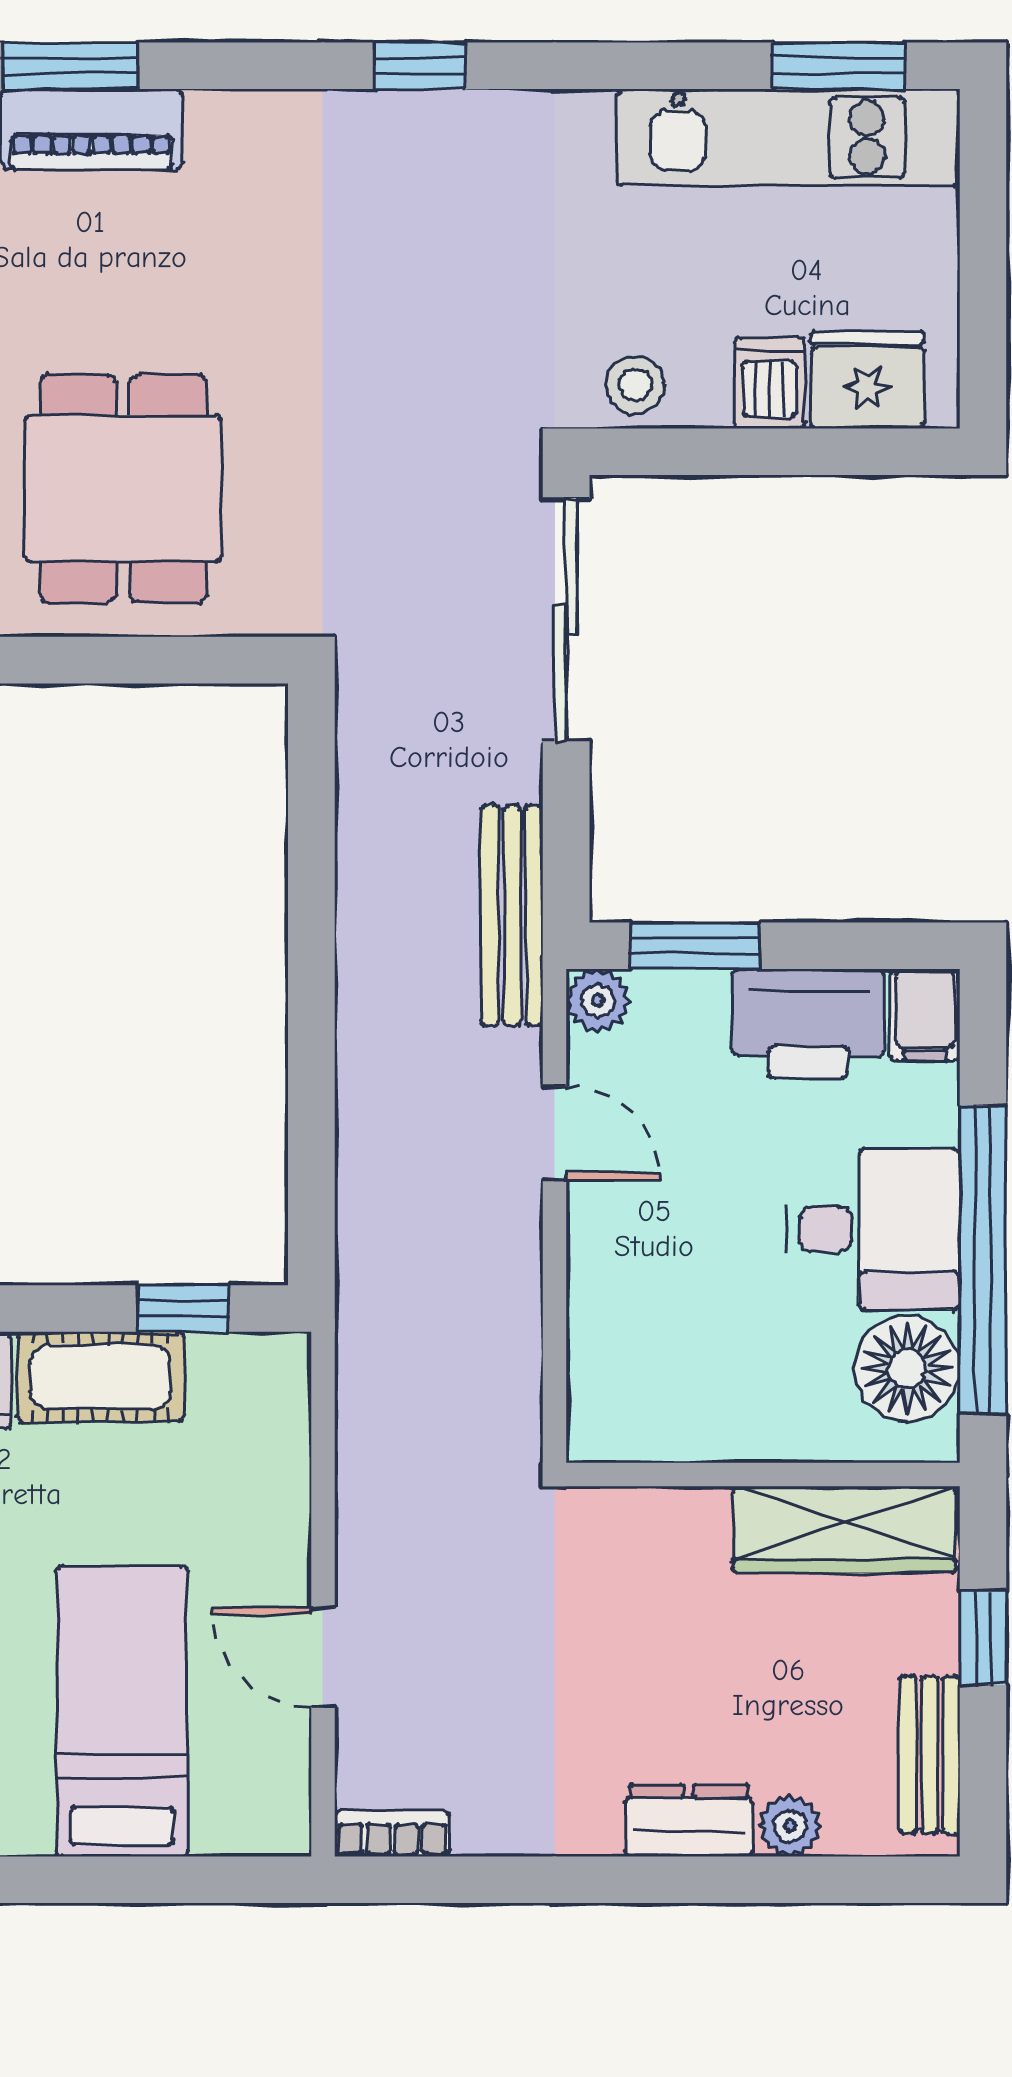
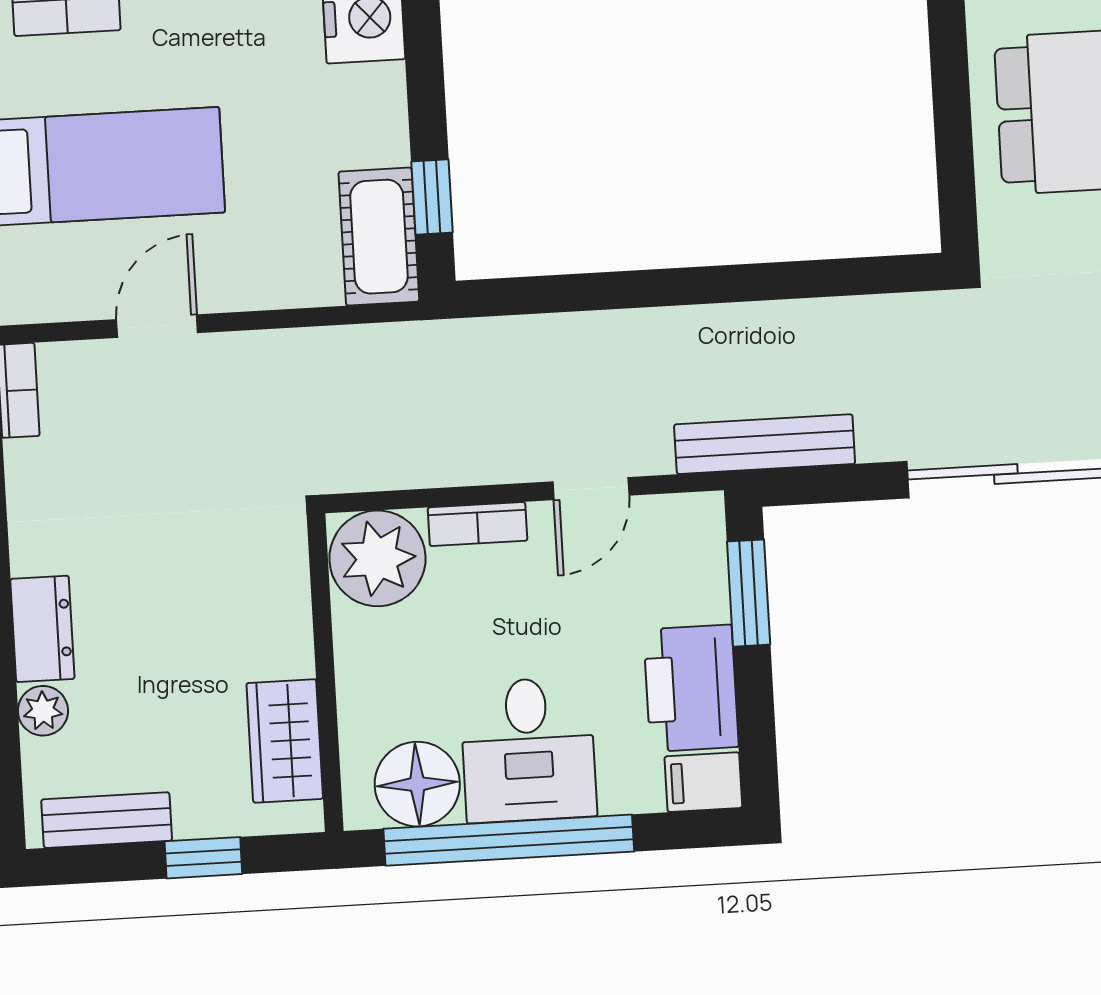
plant: (598, 1001) -> (377, 558), moved, width x1.88, depth x1.88
bookcase: (590, 1276) -> (477, 524), added
cot: (100, 1377) -> (379, 237), moved
wardrobe: (844, 1529) -> (285, 741), width x0.67

